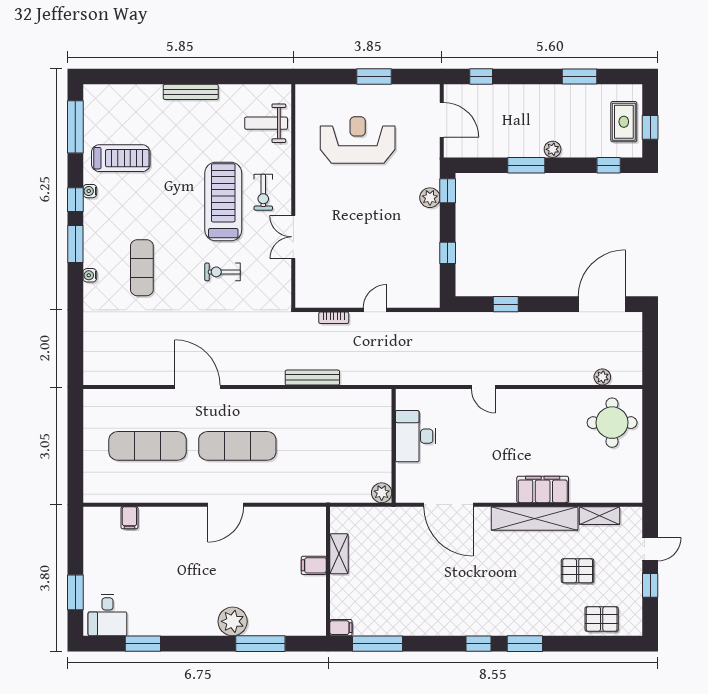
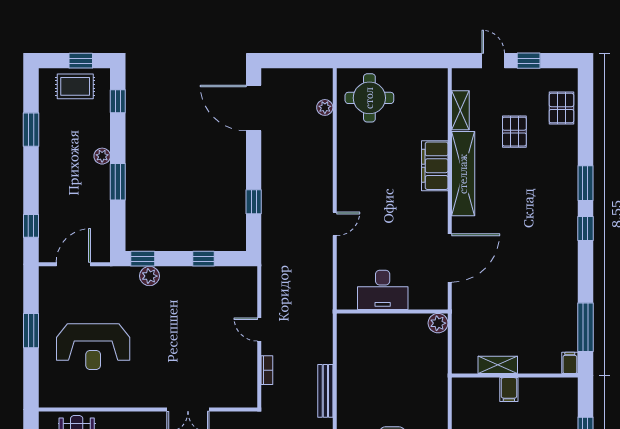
reception desk: (358, 140) -> (93, 347), turned -90

